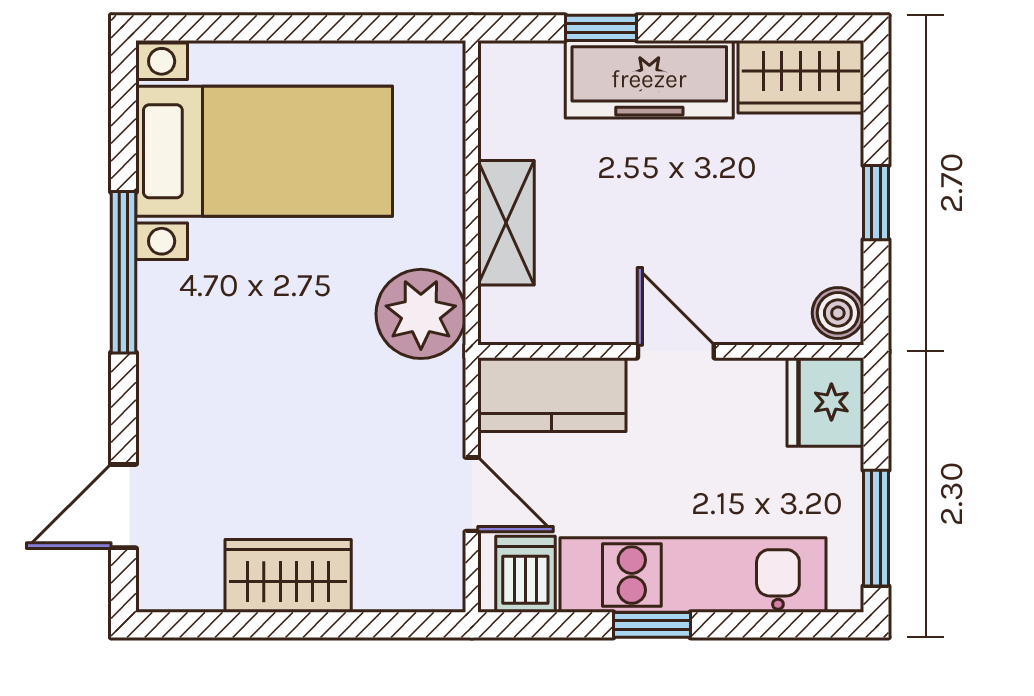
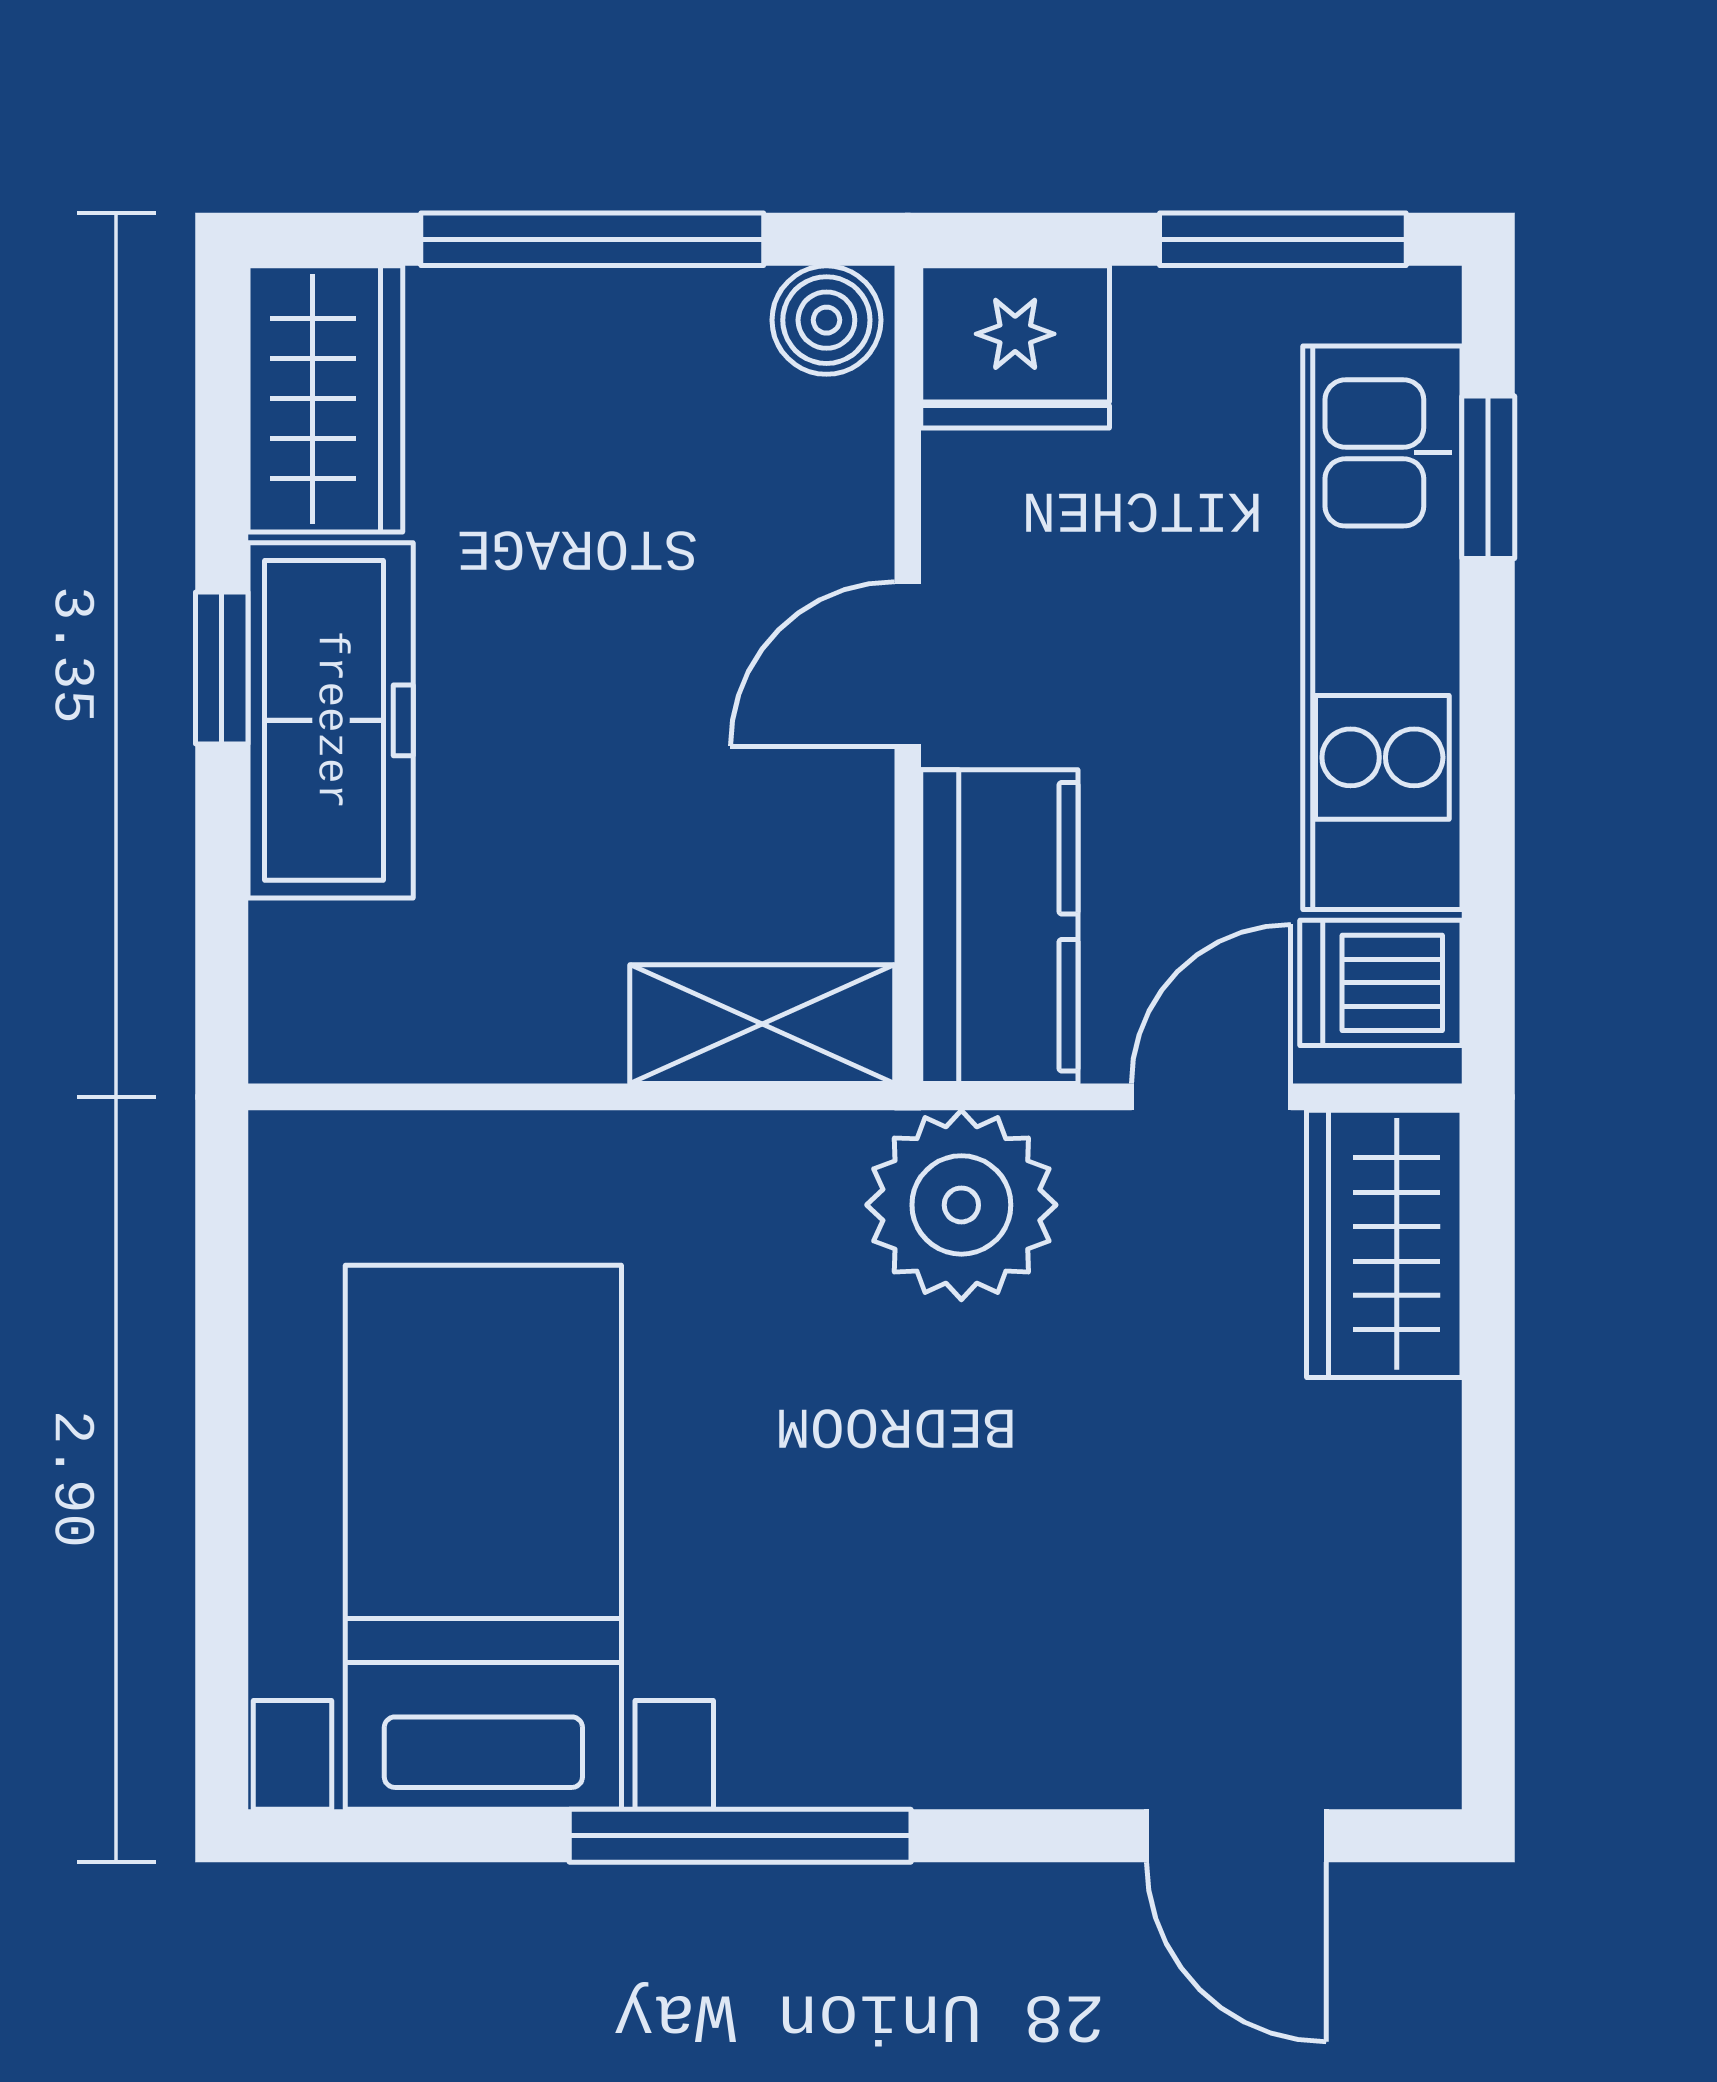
window: (601, 28) -> (222, 668), moved
window: (876, 203) -> (592, 239), width x2.17
shelving: (506, 223) -> (762, 1024), moved
plant: (421, 314) -> (961, 1205), moved
wardrobe: (288, 576) -> (1384, 1244), moved
window: (652, 625) -> (1488, 477), moved

